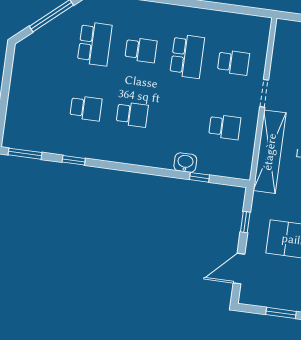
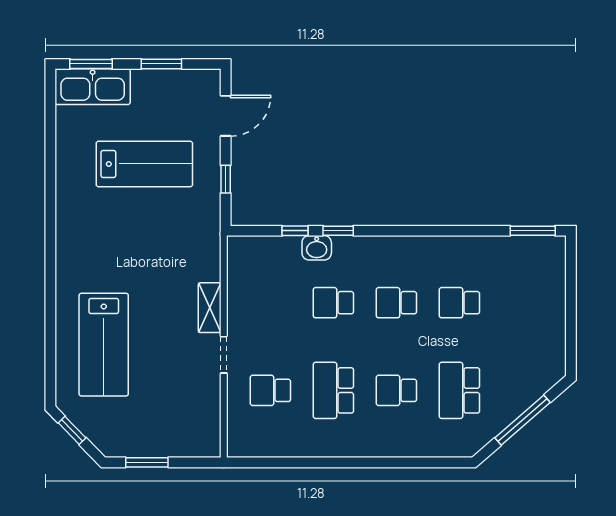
school desk: (225, 127) -> (333, 303), moved
shelving: (270, 152) -> (210, 308), width x0.45, depth x0.75
window: (74, 160) -> (338, 231), moved

